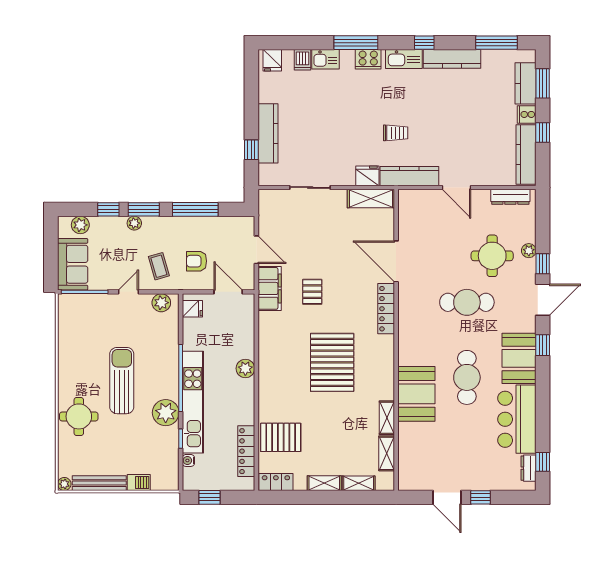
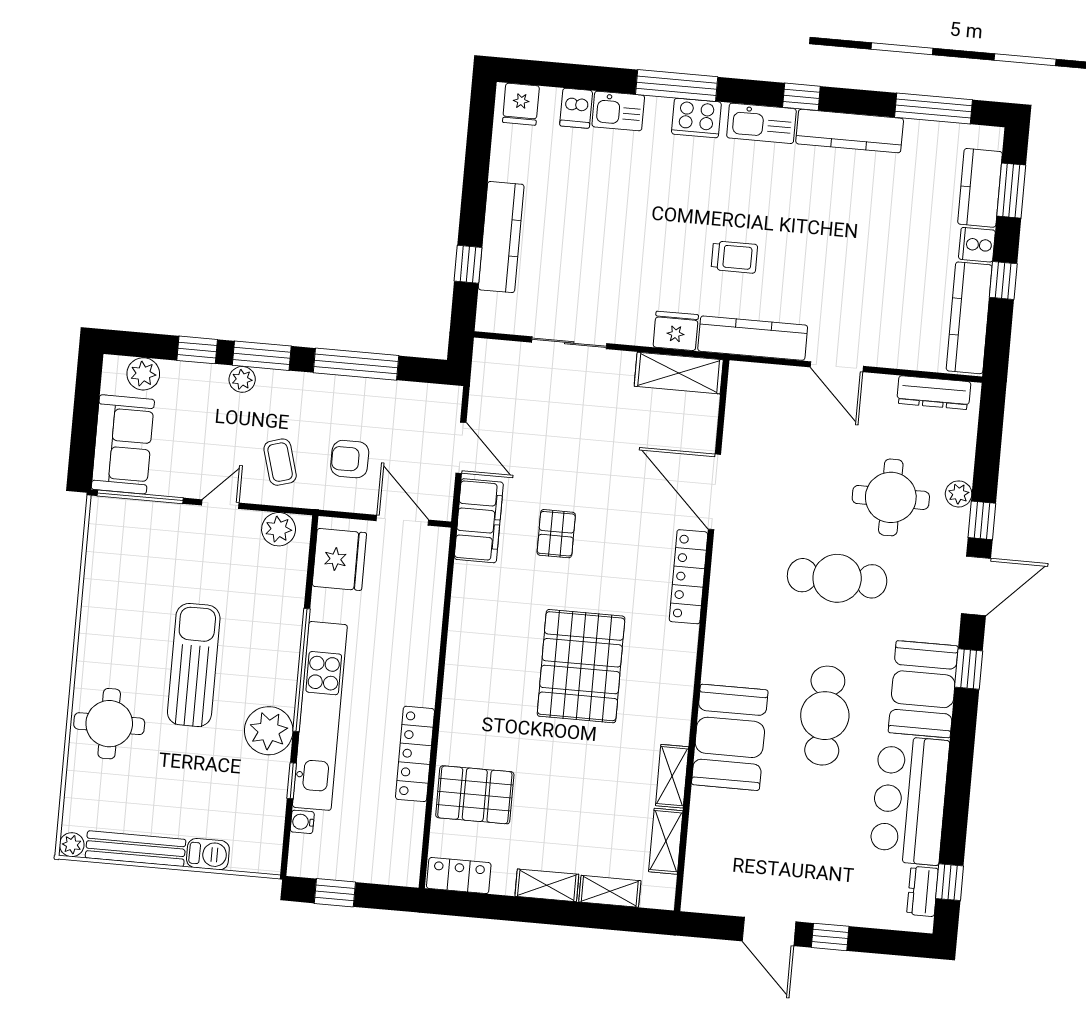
fridge: (192, 309) -> (339, 559), width x1.88, depth x1.34
plant: (245, 368) -> (422, 663), removed
locker: (246, 451) -> (415, 754), moved

